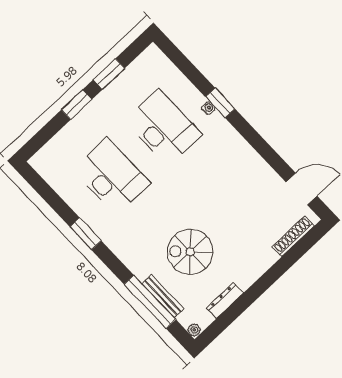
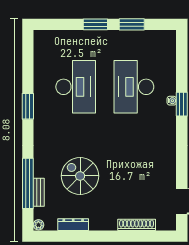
desk: (163, 128) -> (134, 87), turned 180
shoe rack: (293, 236) -> (137, 225), moved
bench: (163, 296) -> (39, 192), width x0.73

